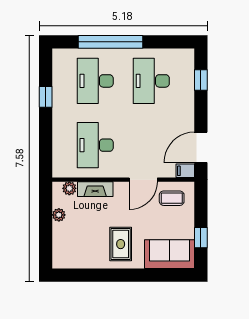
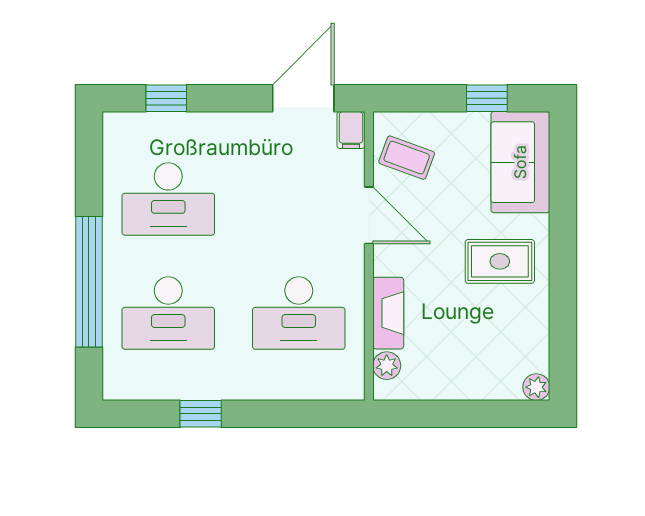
door: (201, 147) -> (303, 98), swing flipped
coffee table: (172, 198) -> (407, 158), turned -70
plant: (59, 215) -> (536, 387), moved

